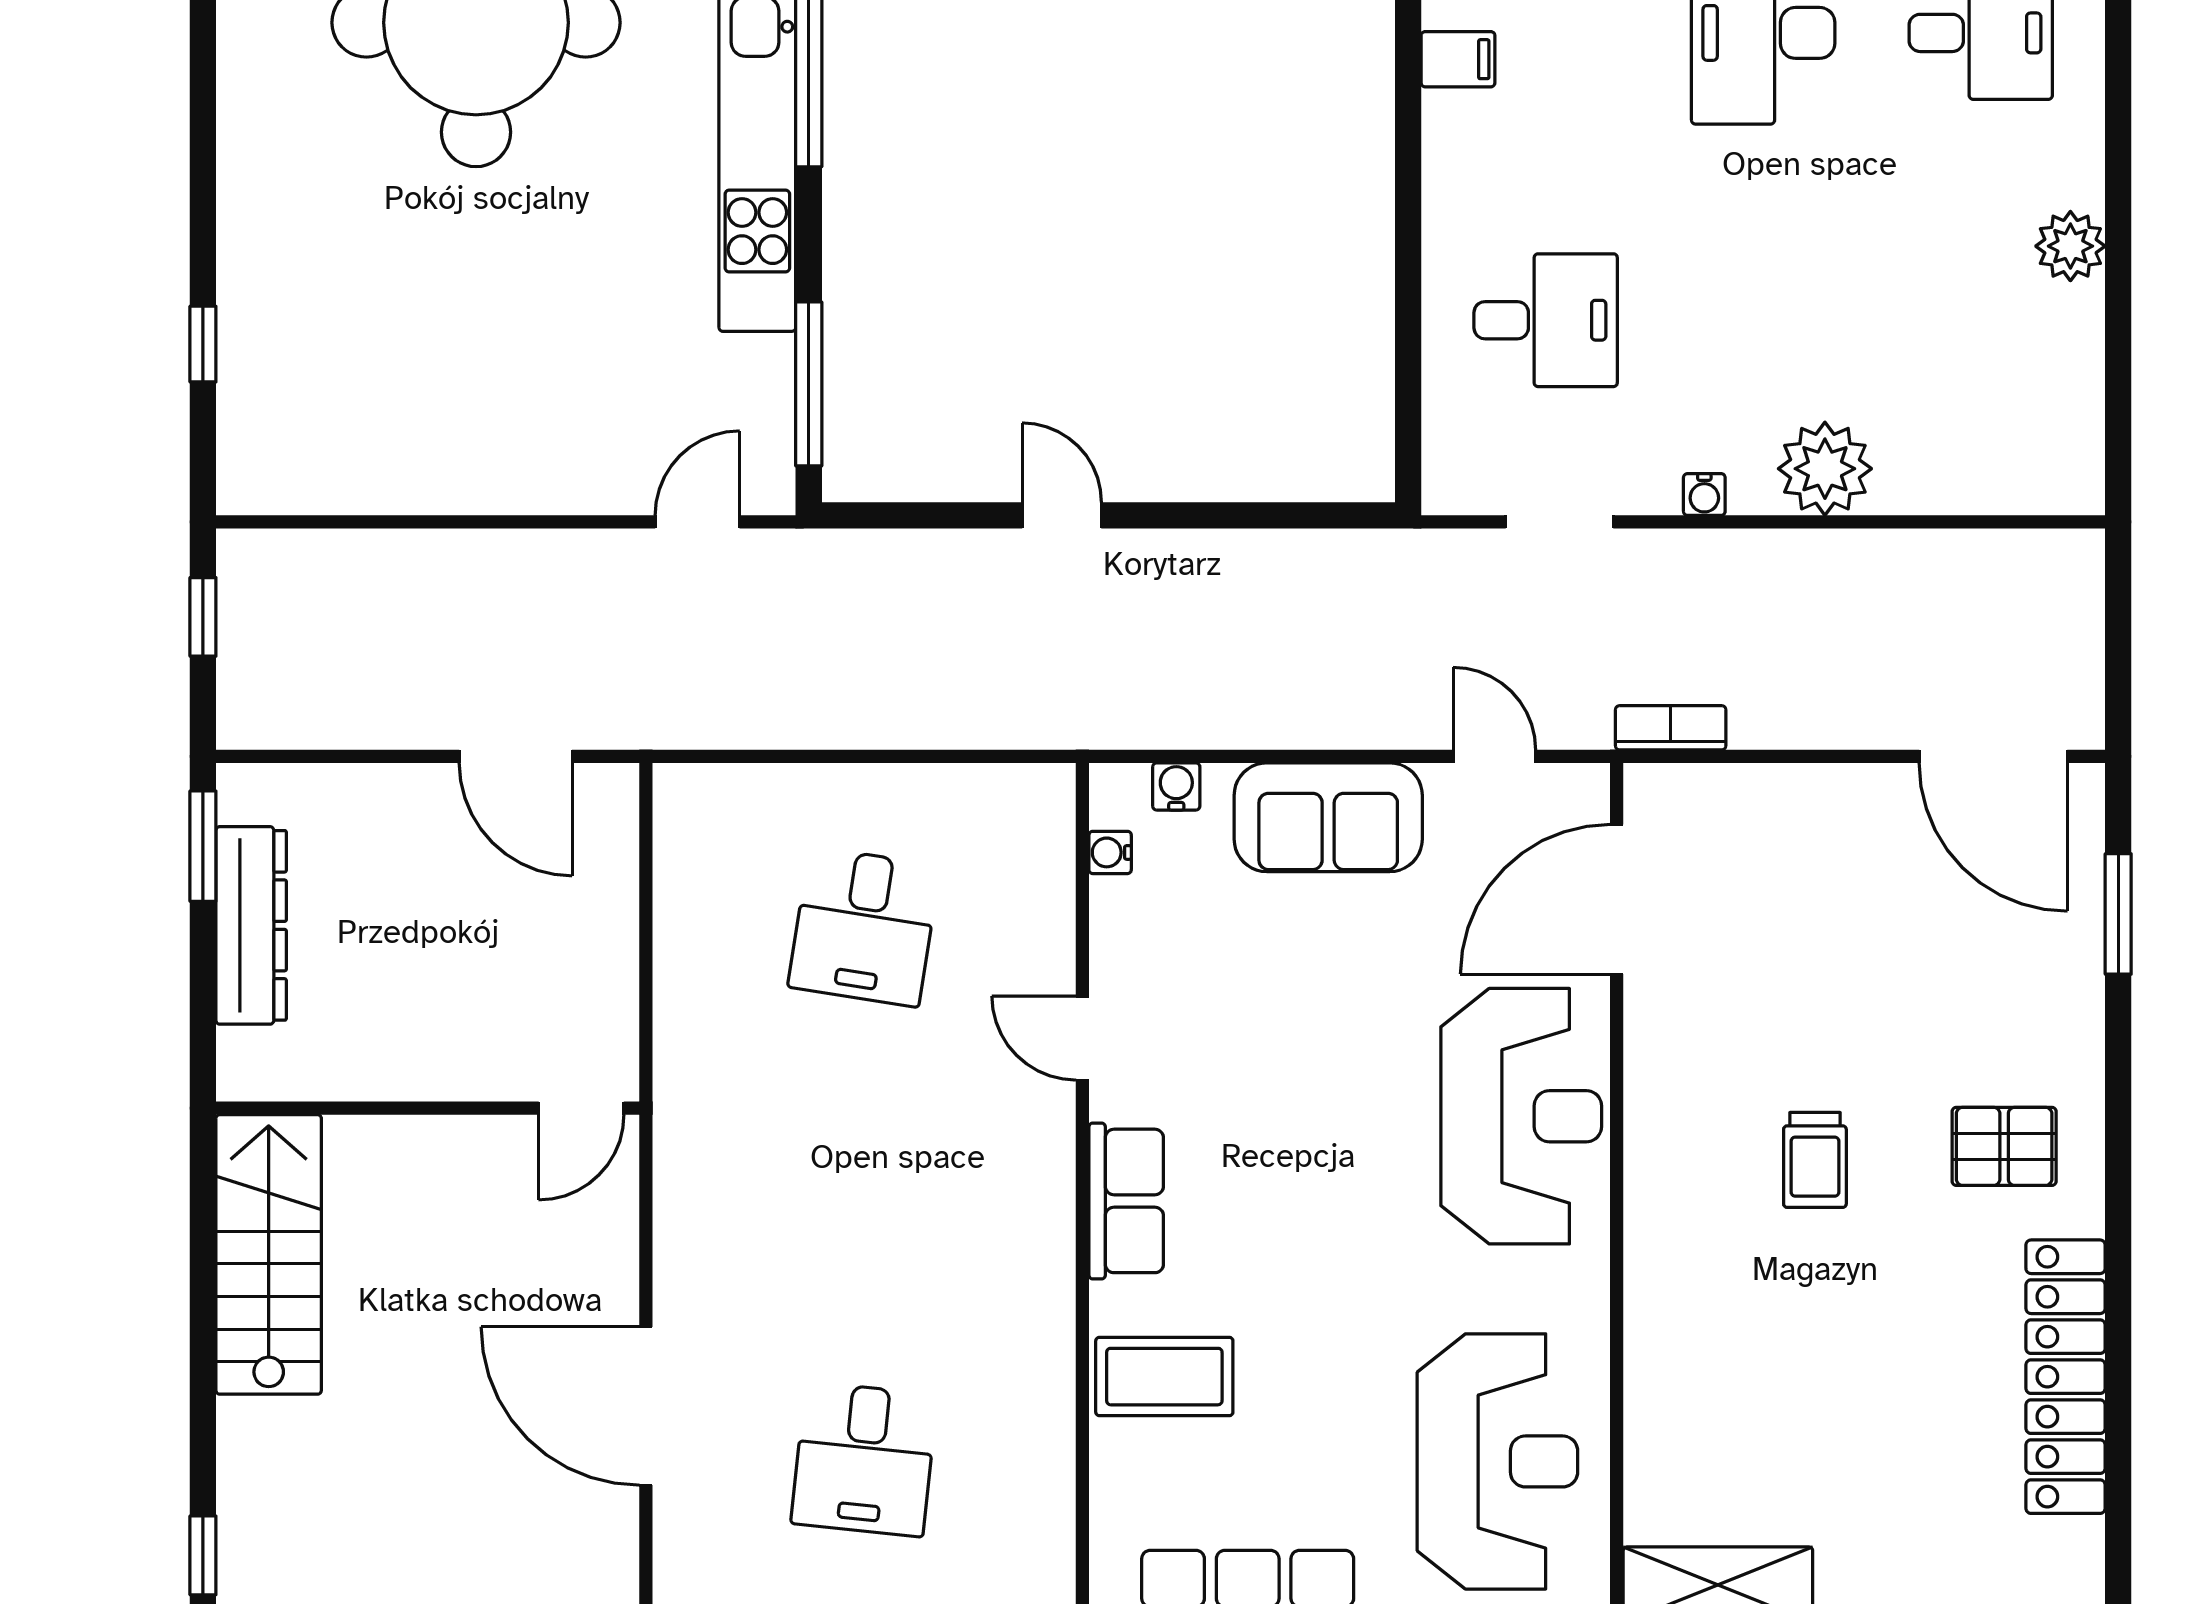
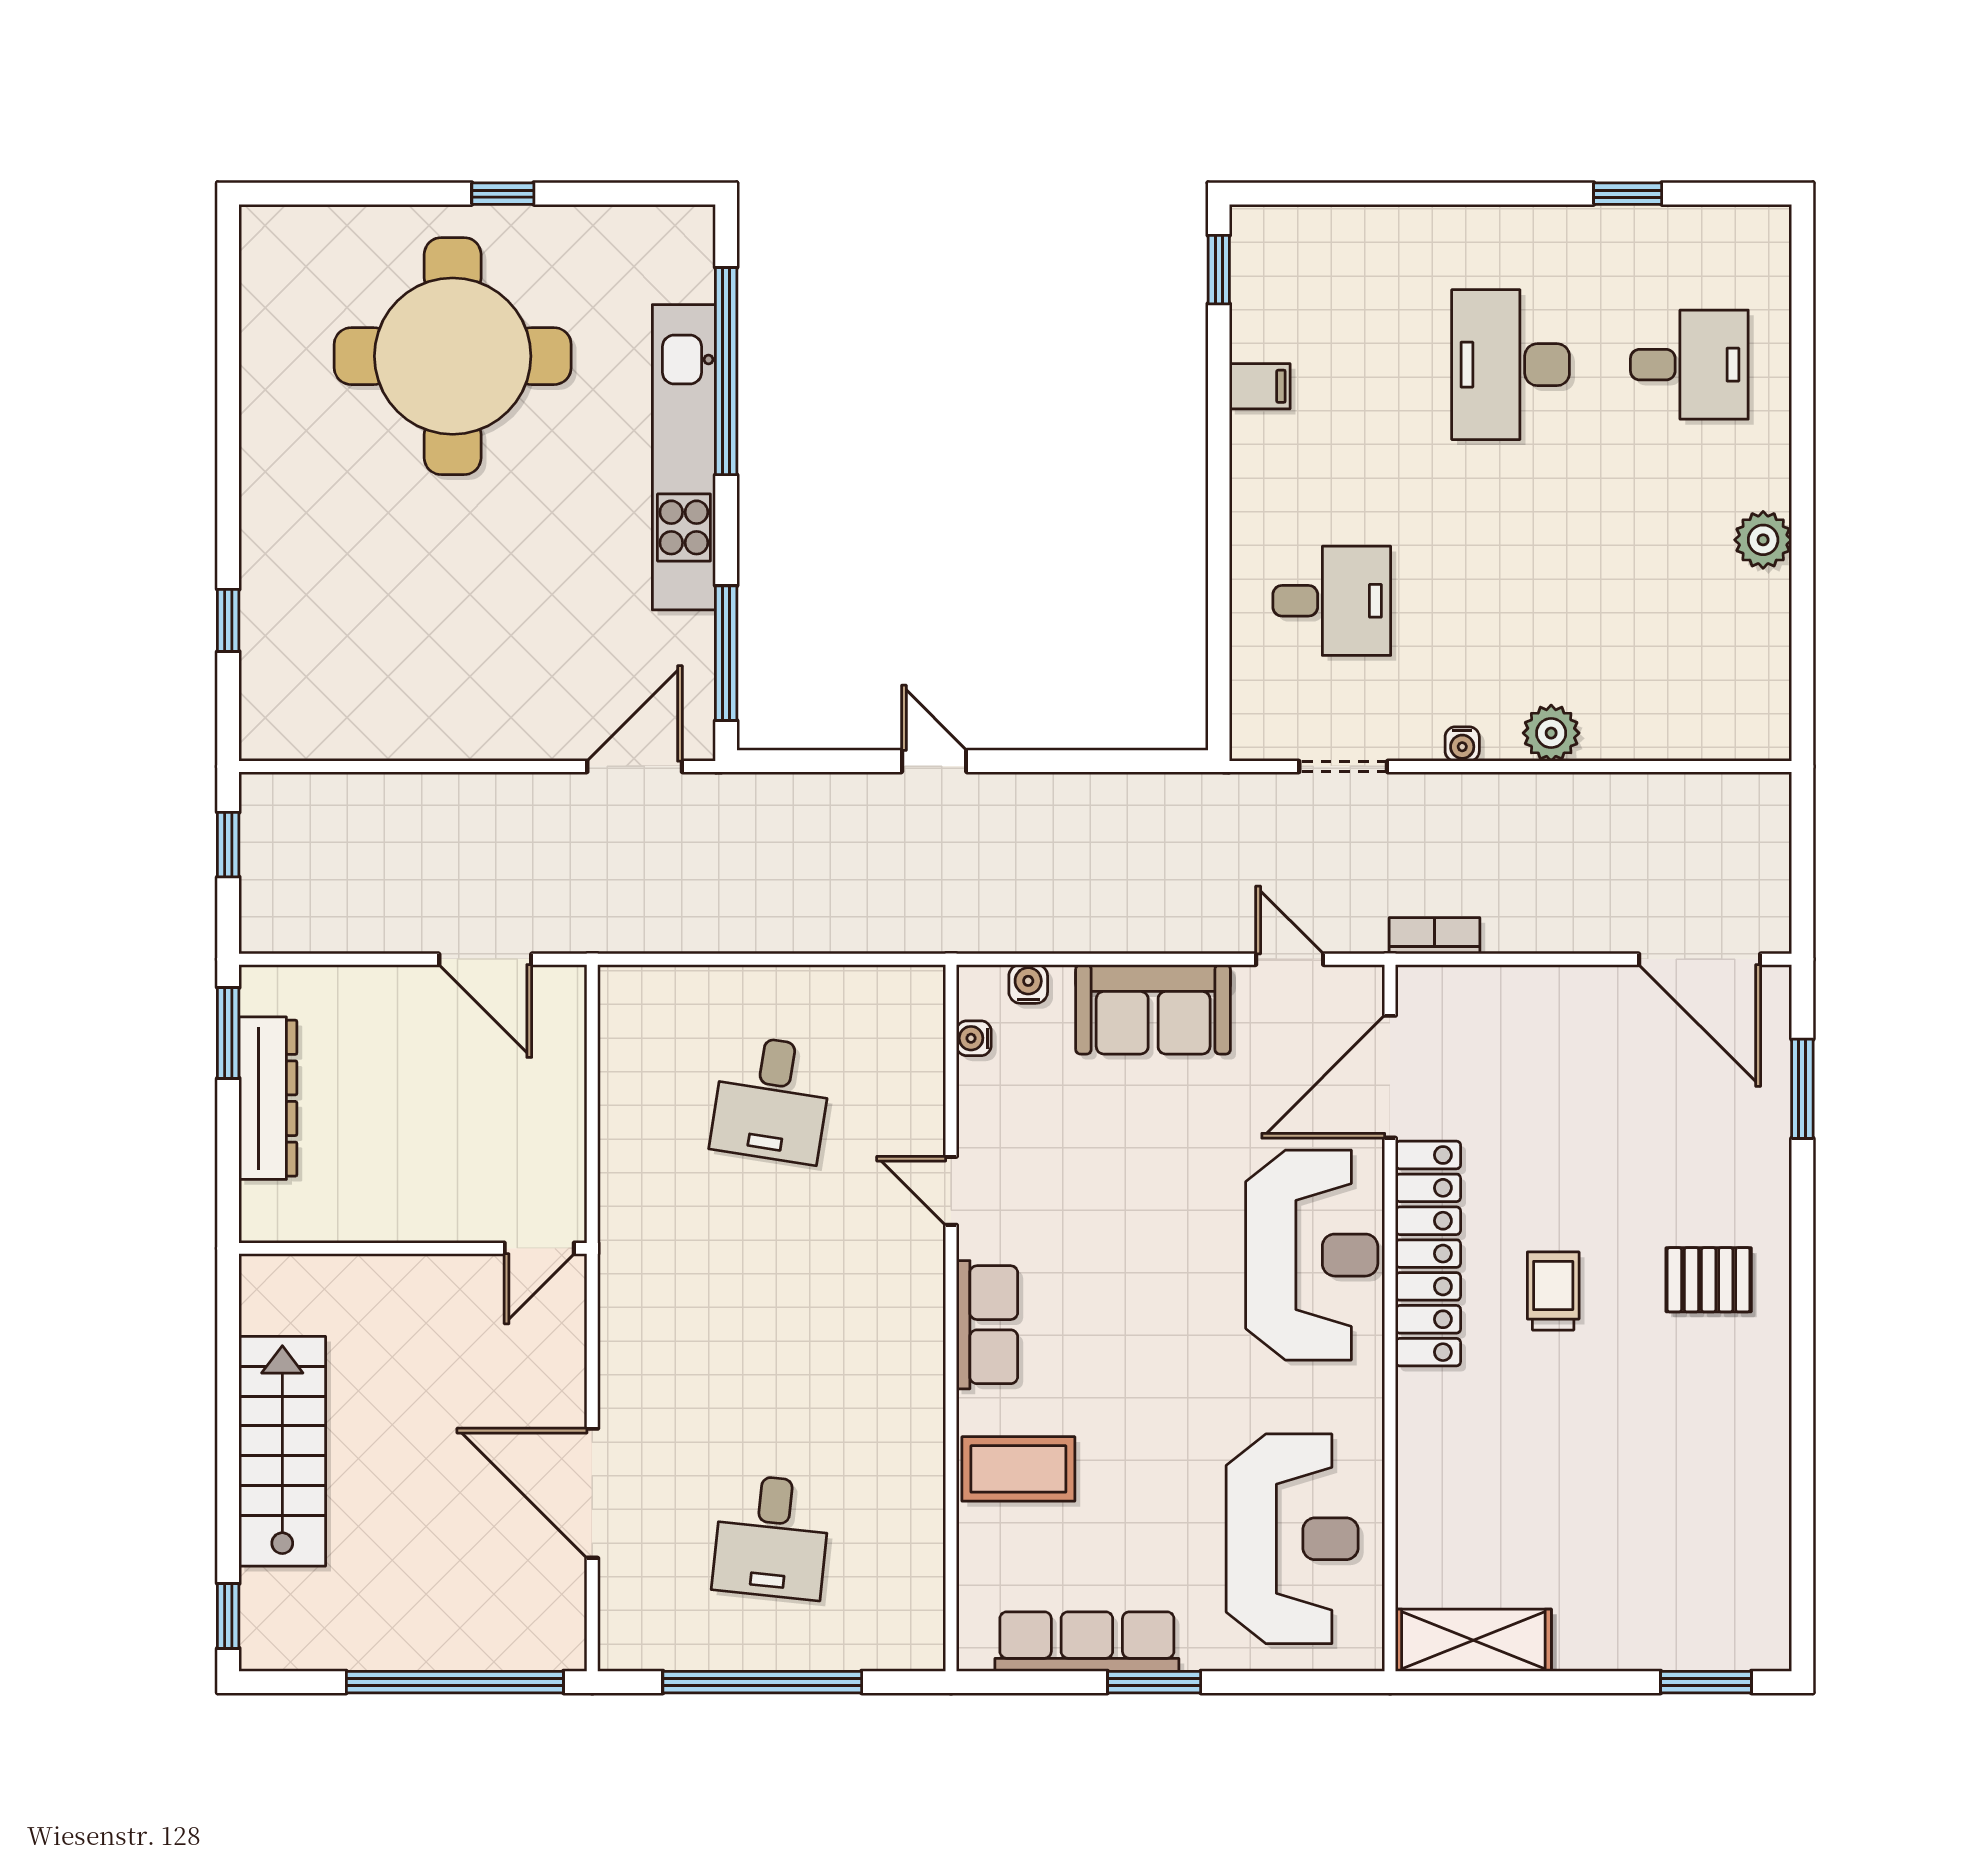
plant: (1825, 469) -> (1551, 733), width x0.73, depth x0.73
door: (697, 522) -> (635, 766), width x1.38
trolley: (1815, 1160) -> (1553, 1291), turned 180
stairs: (269, 1254) -> (282, 1451), moved
locker: (2066, 1377) -> (1428, 1254), moved, turned 180

